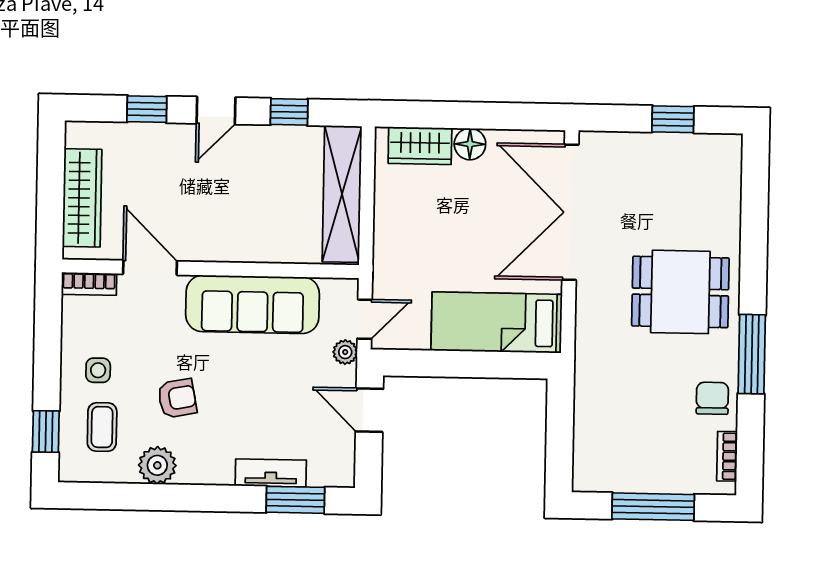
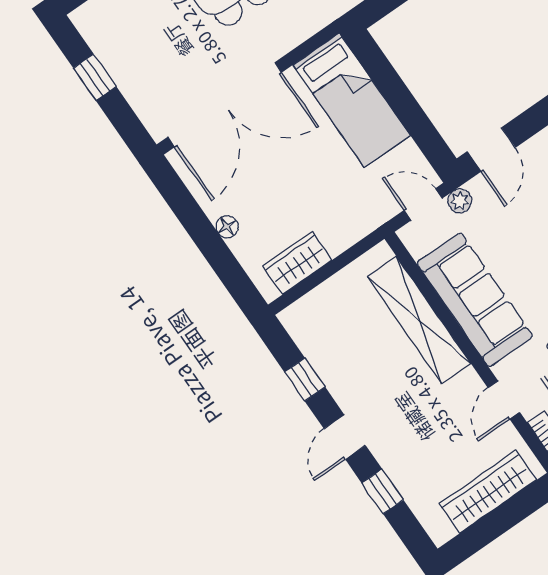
door: (216, 110) -> (345, 437), swing flipped
floor lamp: (470, 144) -> (227, 227), width x0.73, depth x0.73
wardrobe: (420, 146) -> (297, 263), moved, turned -90
shelving: (342, 194) -> (419, 320), moved, turned 90
door: (150, 268) -> (504, 400), width x0.73

